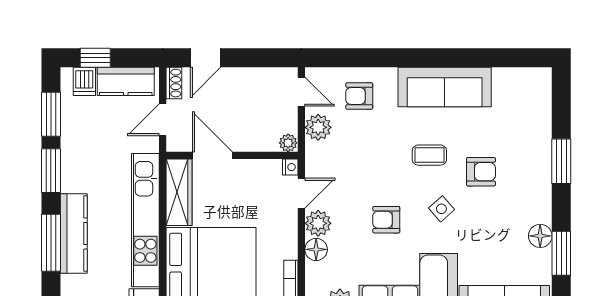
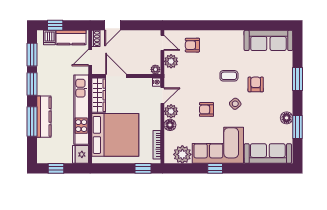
sofa: (445, 87) -> (268, 40), moved
armchair: (481, 172) -> (256, 84), turned -90

